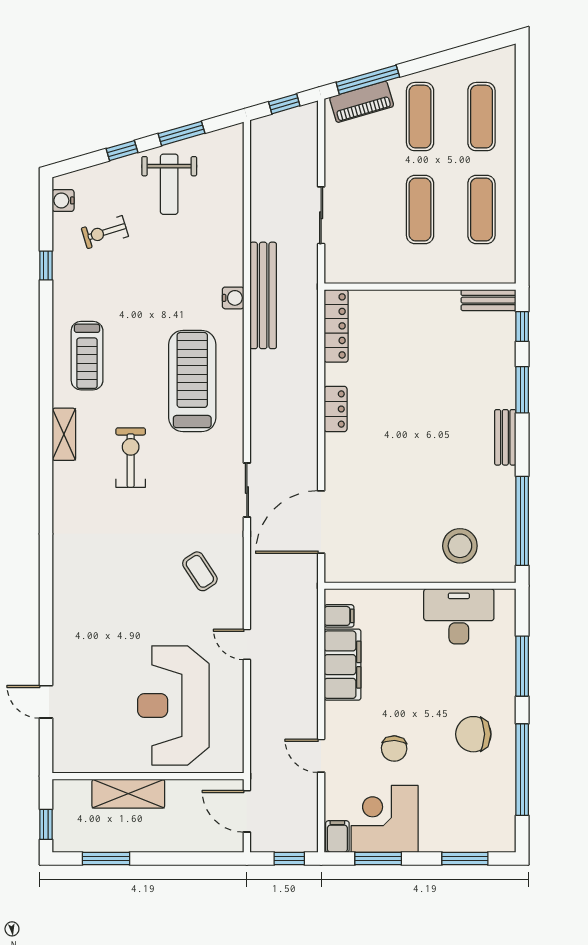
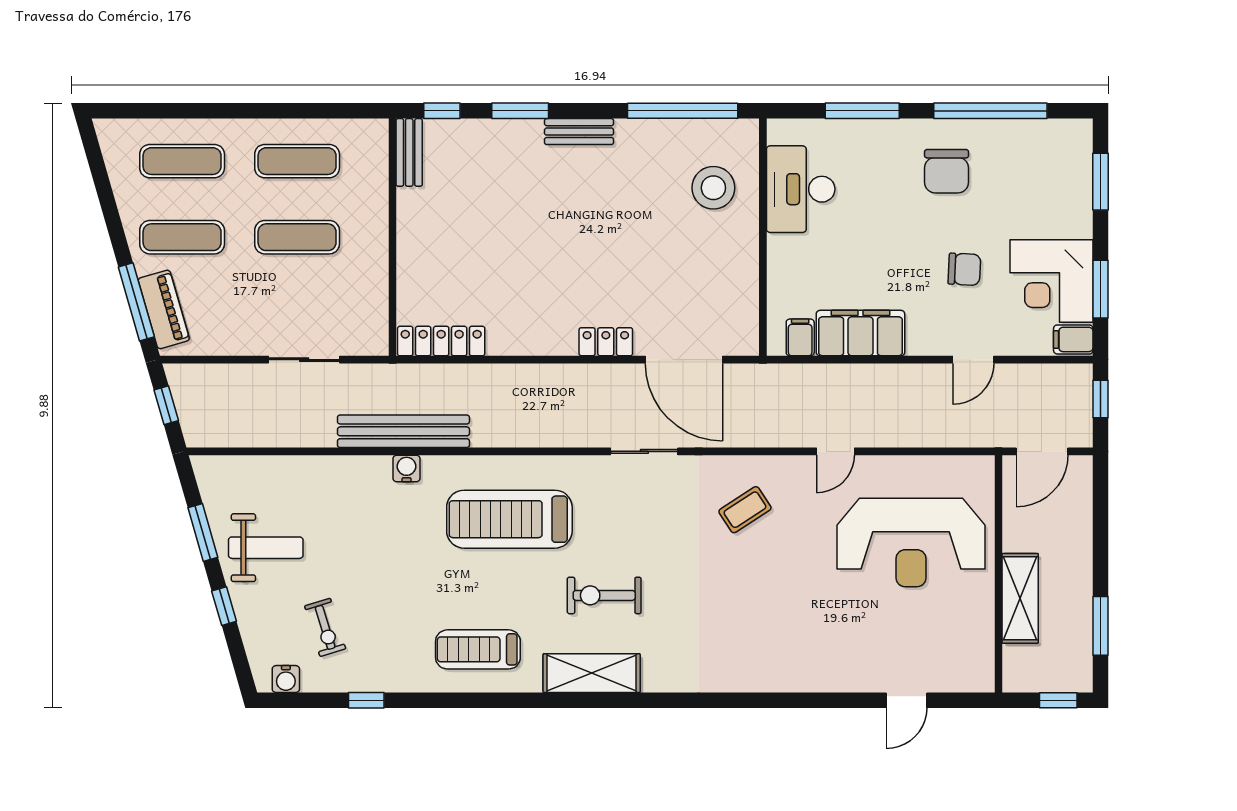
treadmill: (87, 356) -> (478, 649), turned 180
locker: (336, 409) -> (606, 342), moved
shelving: (64, 434) -> (592, 673), width x1.50, depth x1.33

